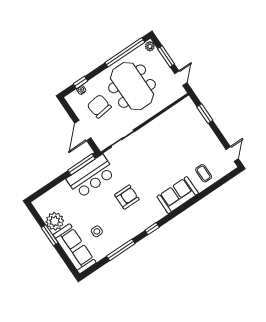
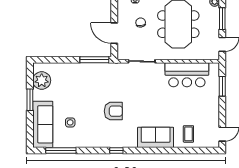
chair: (99, 106) -> (141, 22), width x0.54, depth x0.54
door: (83, 130) -> (114, 33), hinge flipped
bar counter: (91, 176) -> (187, 75), moved
plant: (55, 221) -> (42, 80), moved
window: (121, 250) -> (61, 151), moved

